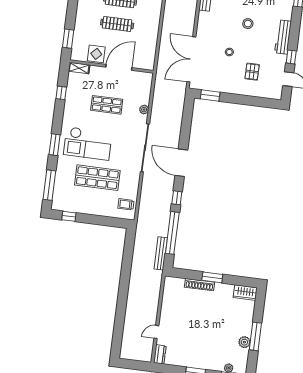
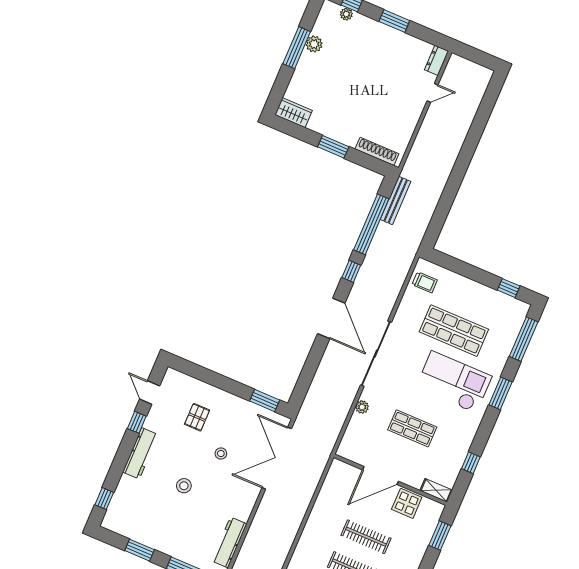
double door: (191, 59) -> (277, 458), swing flipped
shoe rack: (199, 285) -> (377, 151), moved

